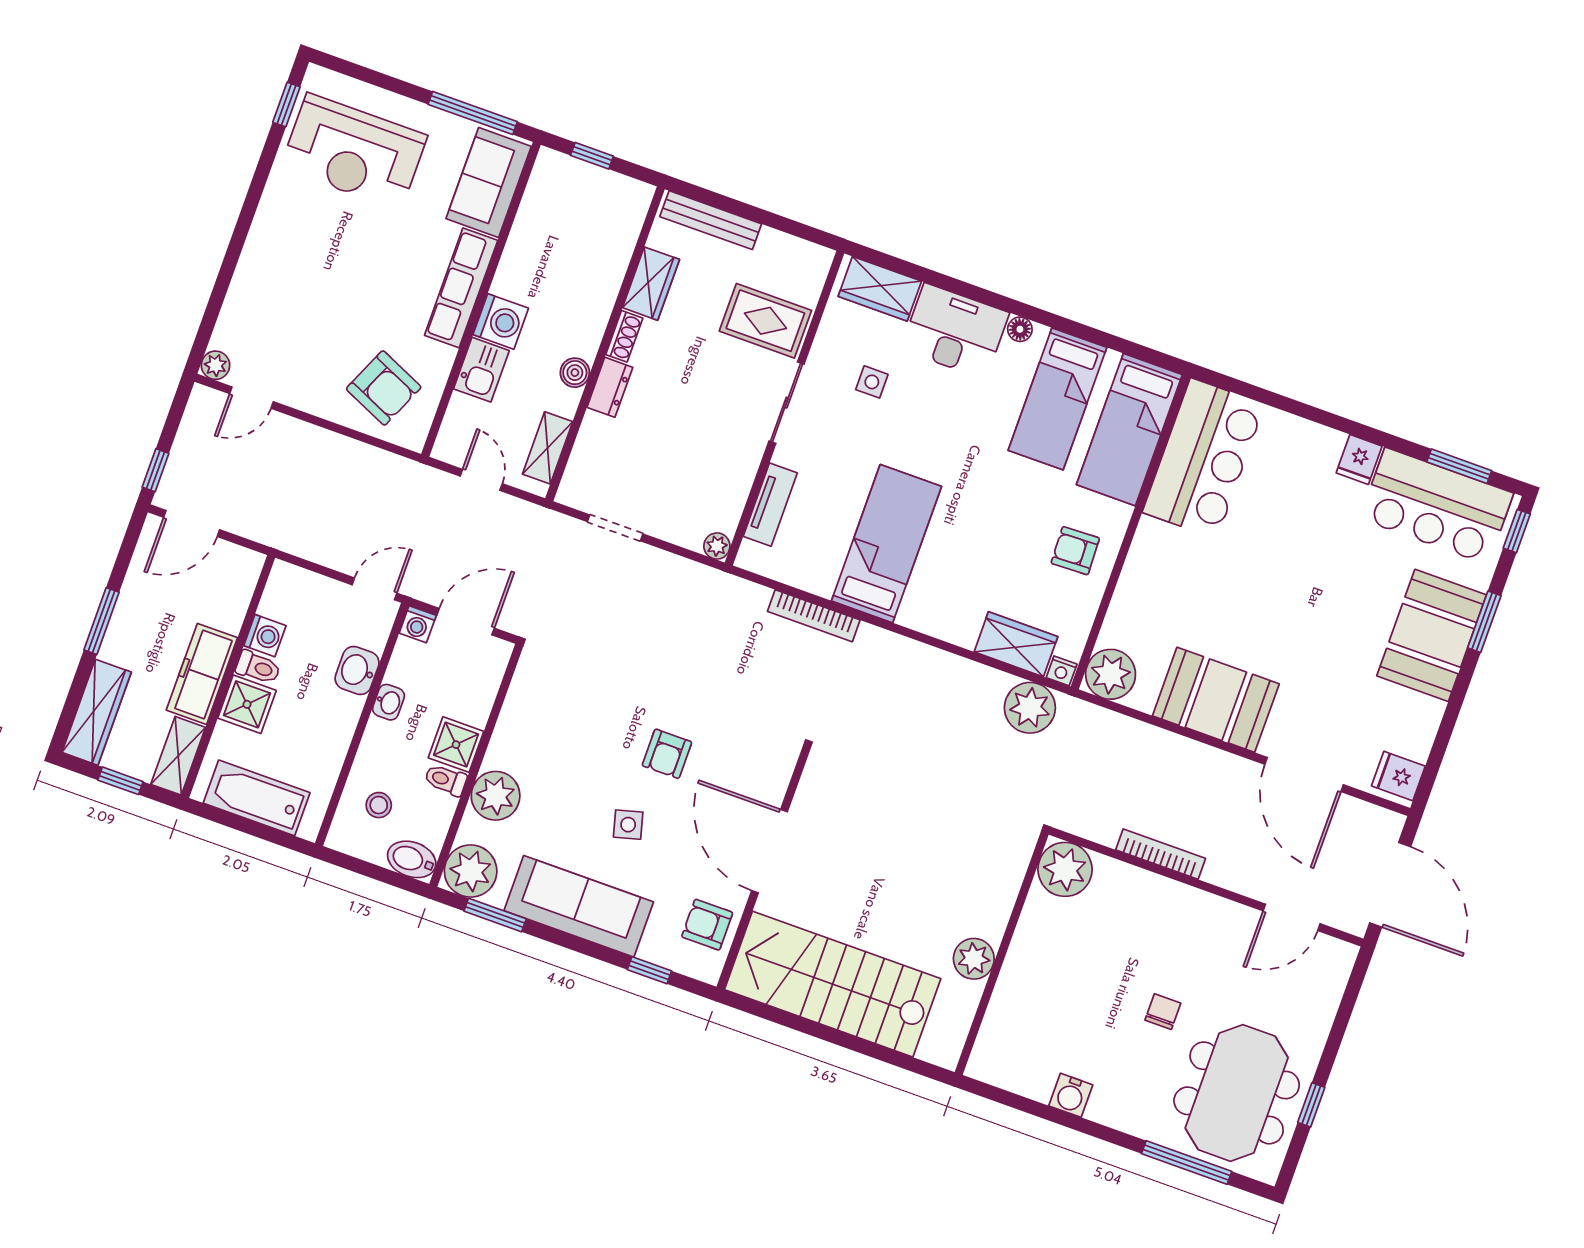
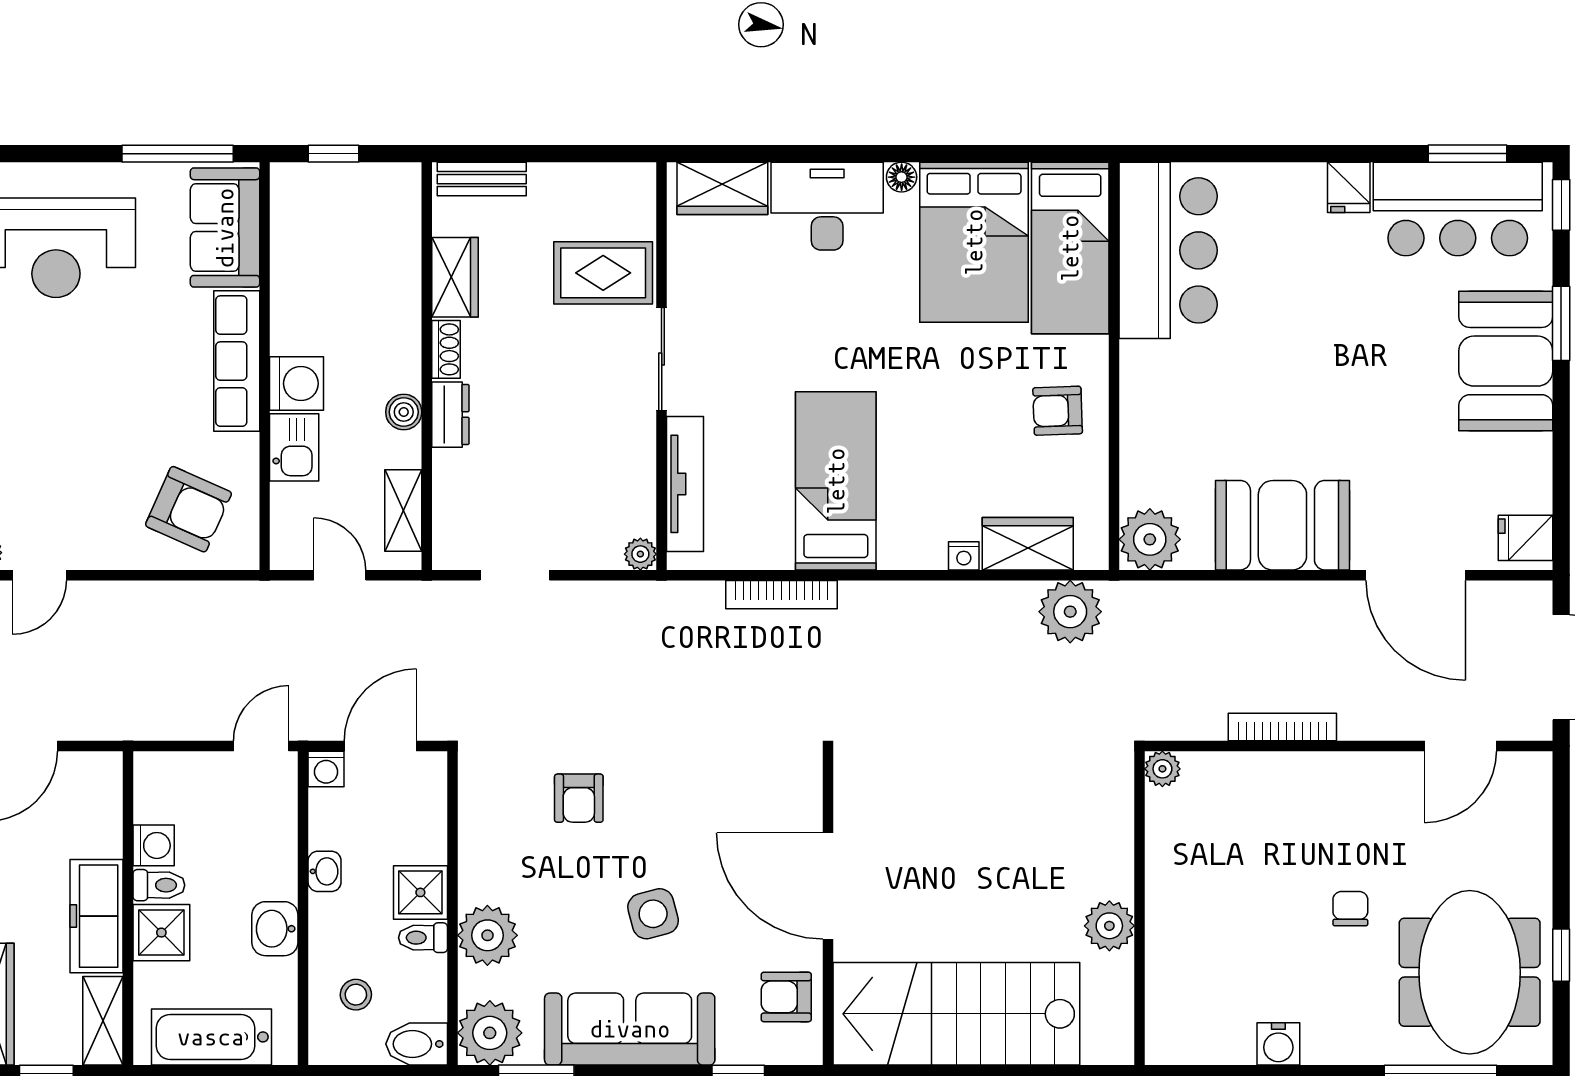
bench: (711, 220) -> (482, 179), width x0.73
side table: (872, 382) -> (752, 300), removed
bed: (1057, 399) -> (974, 242), width x1.50
tv unit: (770, 505) -> (685, 484), width x1.41
washbasin: (357, 670) -> (275, 929), moved
nightstand: (1062, 671) -> (964, 556), moved
armchair: (667, 754) -> (579, 798), moved
side table: (628, 825) -> (653, 914), width x1.37, depth x1.37
plant: (1065, 869) -> (1162, 769), width x0.53, depth x0.53

